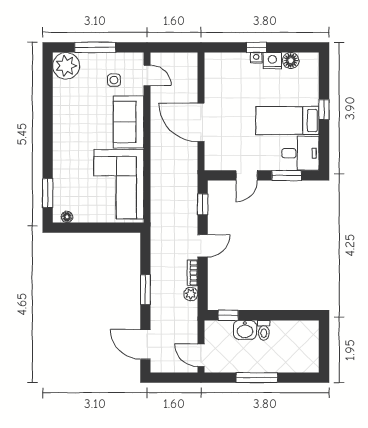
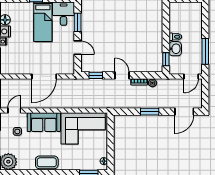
coffee table: (65, 127) -> (47, 162), added
window: (257, 378) -> (205, 51), moved

